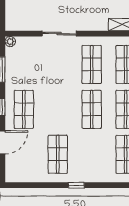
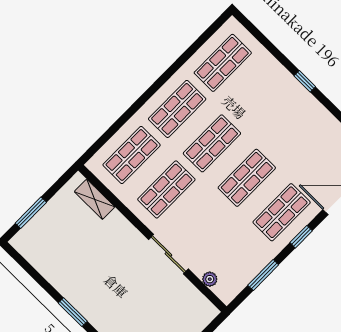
plant: (10, 41) -> (210, 279), moved
shop shelf: (58, 154) -> (247, 178), moved

